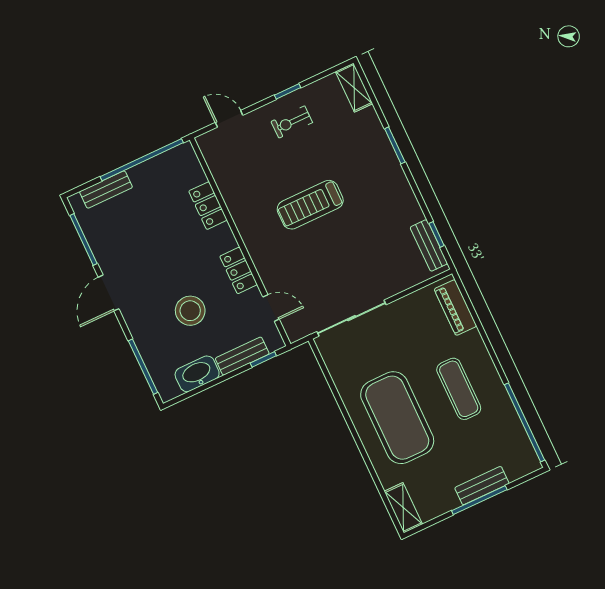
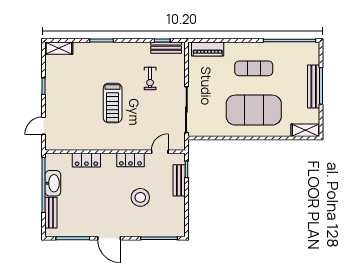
exercise bike: (292, 122) -> (150, 79), moved
washbasin: (197, 374) -> (53, 183), moved, turned 180
bench: (482, 486) -> (314, 86), width x1.36

